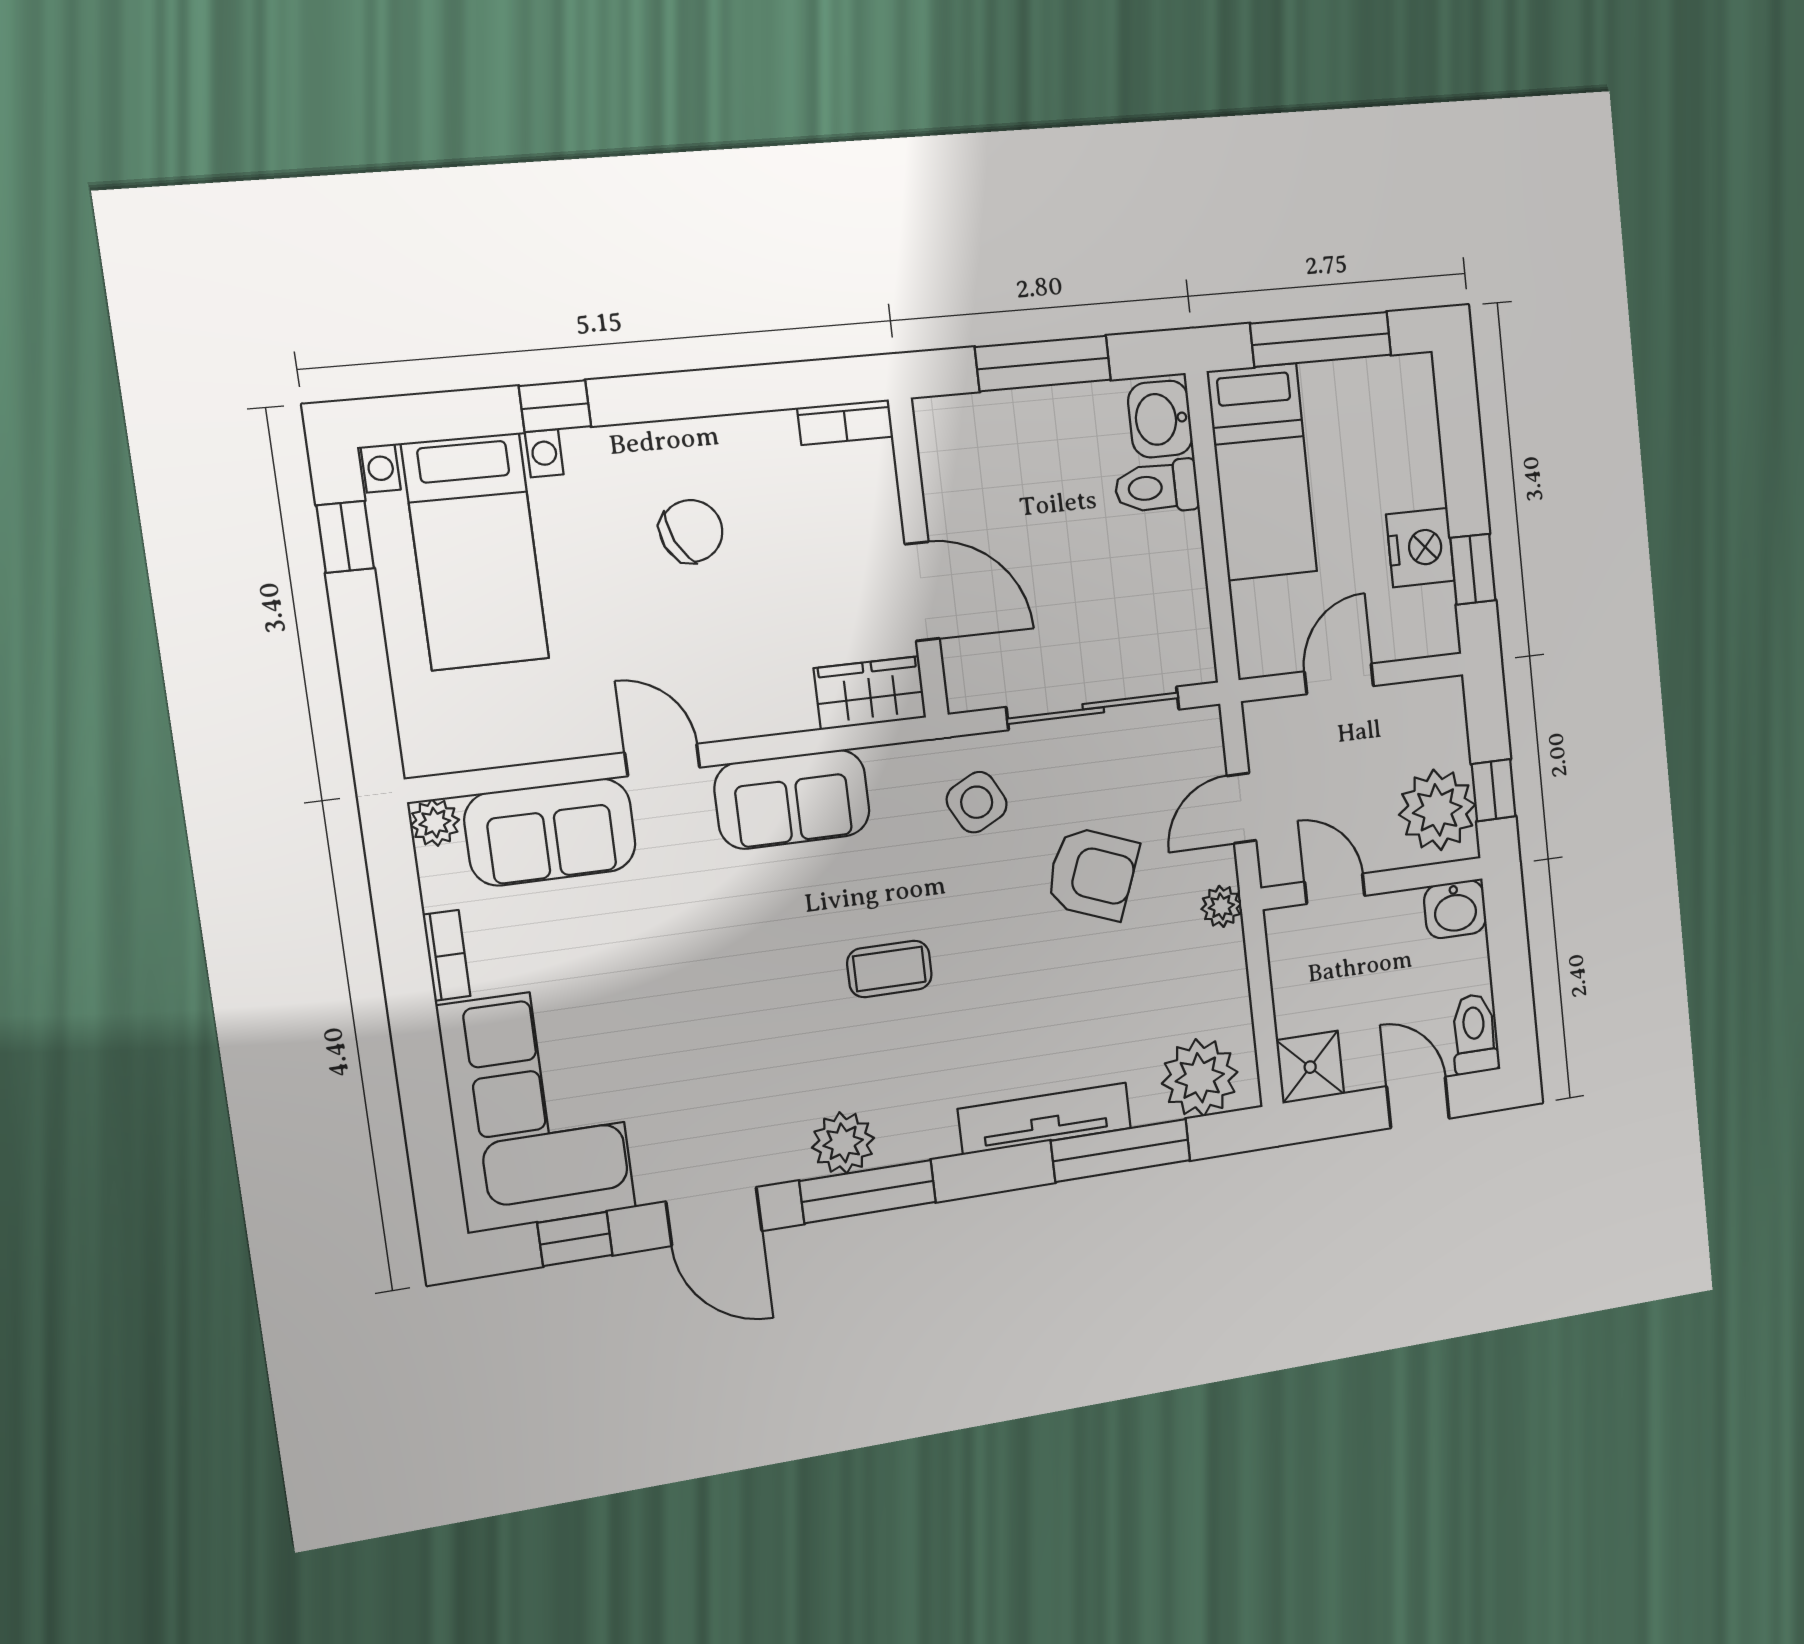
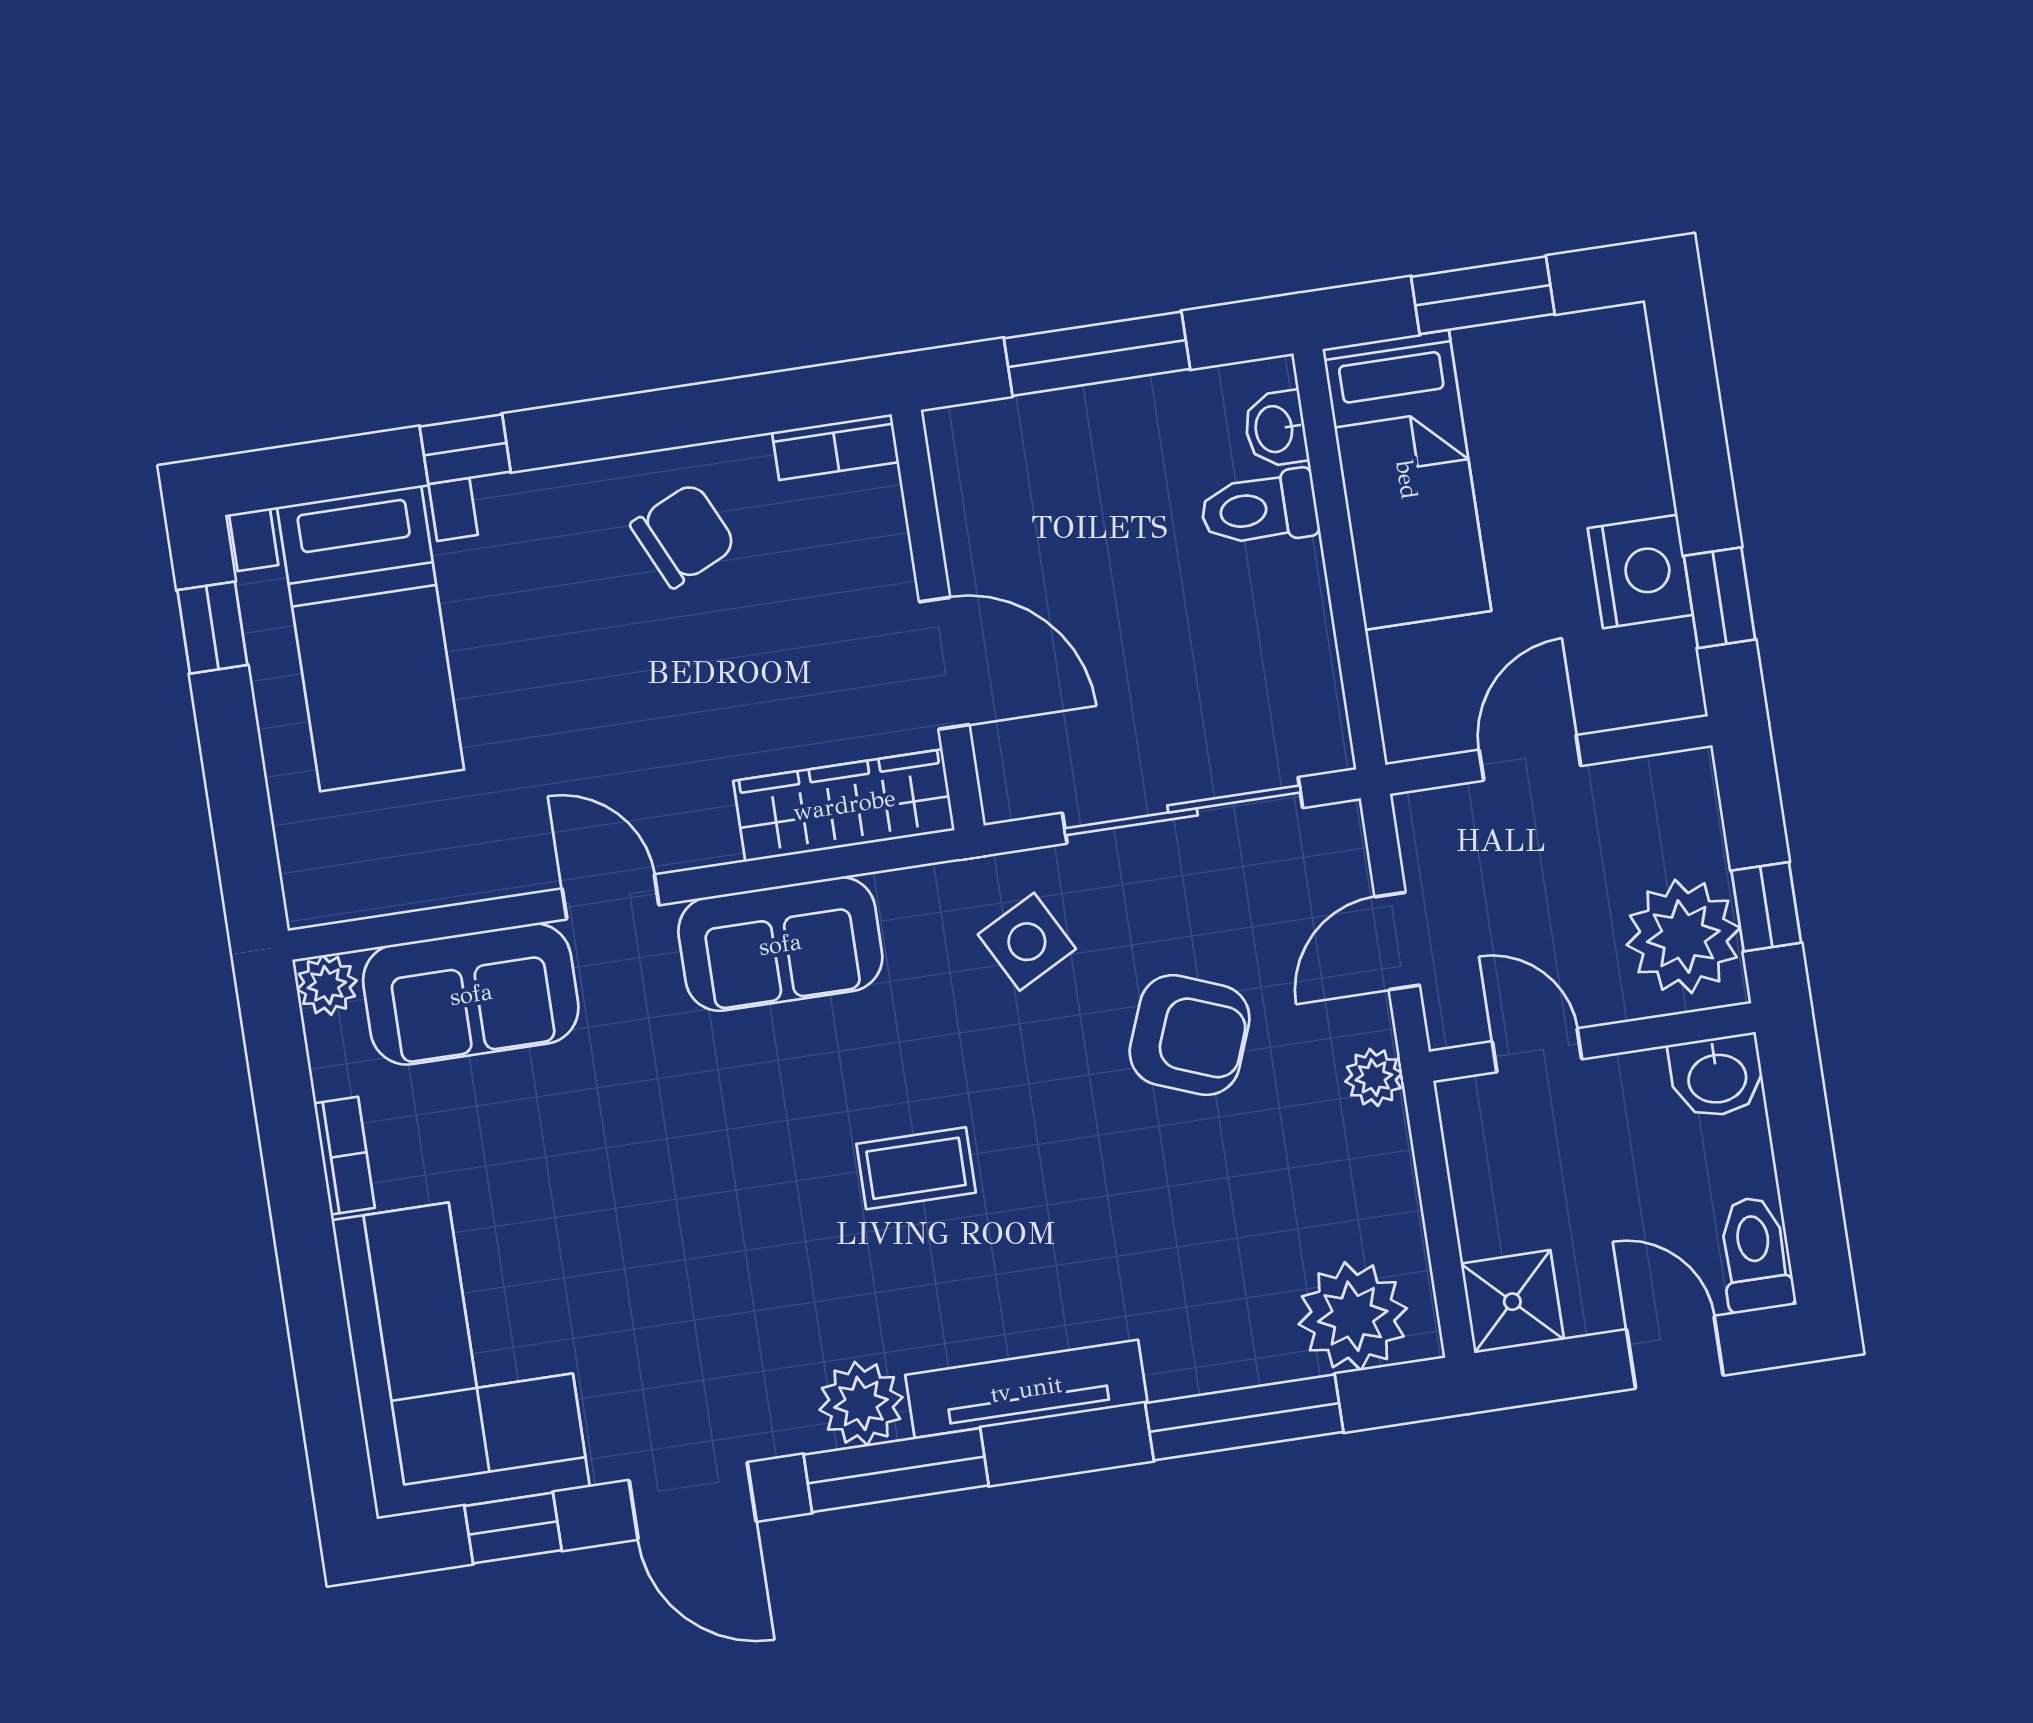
window: (1321, 339) -> (1483, 295), width x0.69
washbasin: (1160, 419) -> (1276, 429), width x0.72, depth x0.69
chair: (691, 531) -> (684, 535), moved
wardrobe: (870, 693) -> (844, 805), width x1.50
tv unit: (1045, 1119) -> (1026, 1389), moved

